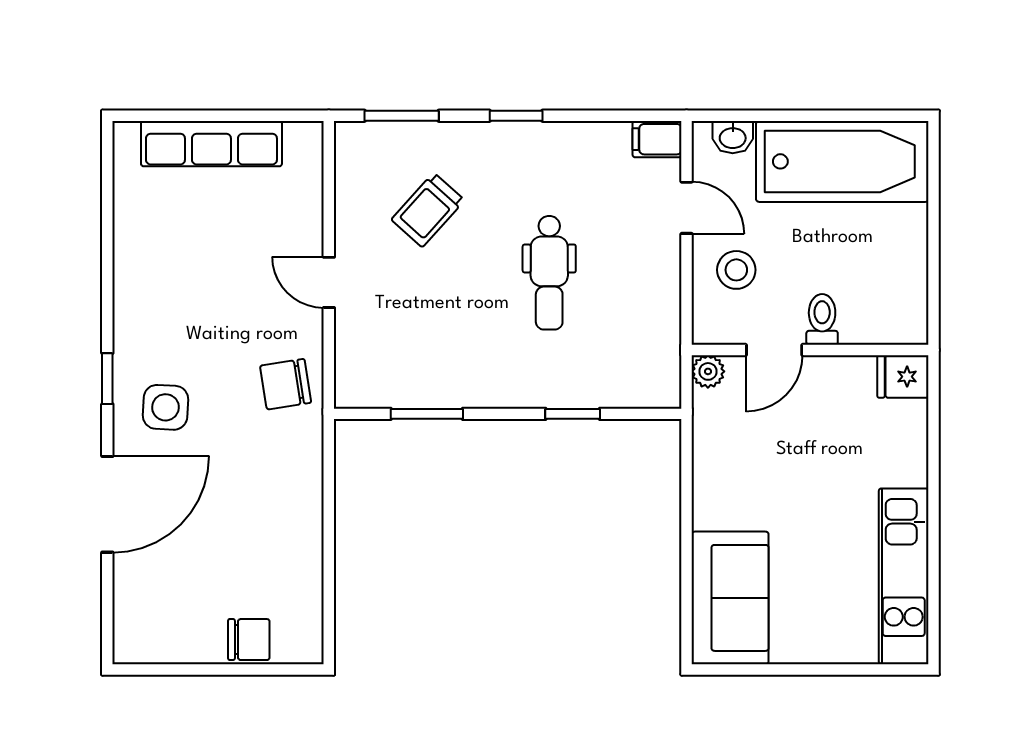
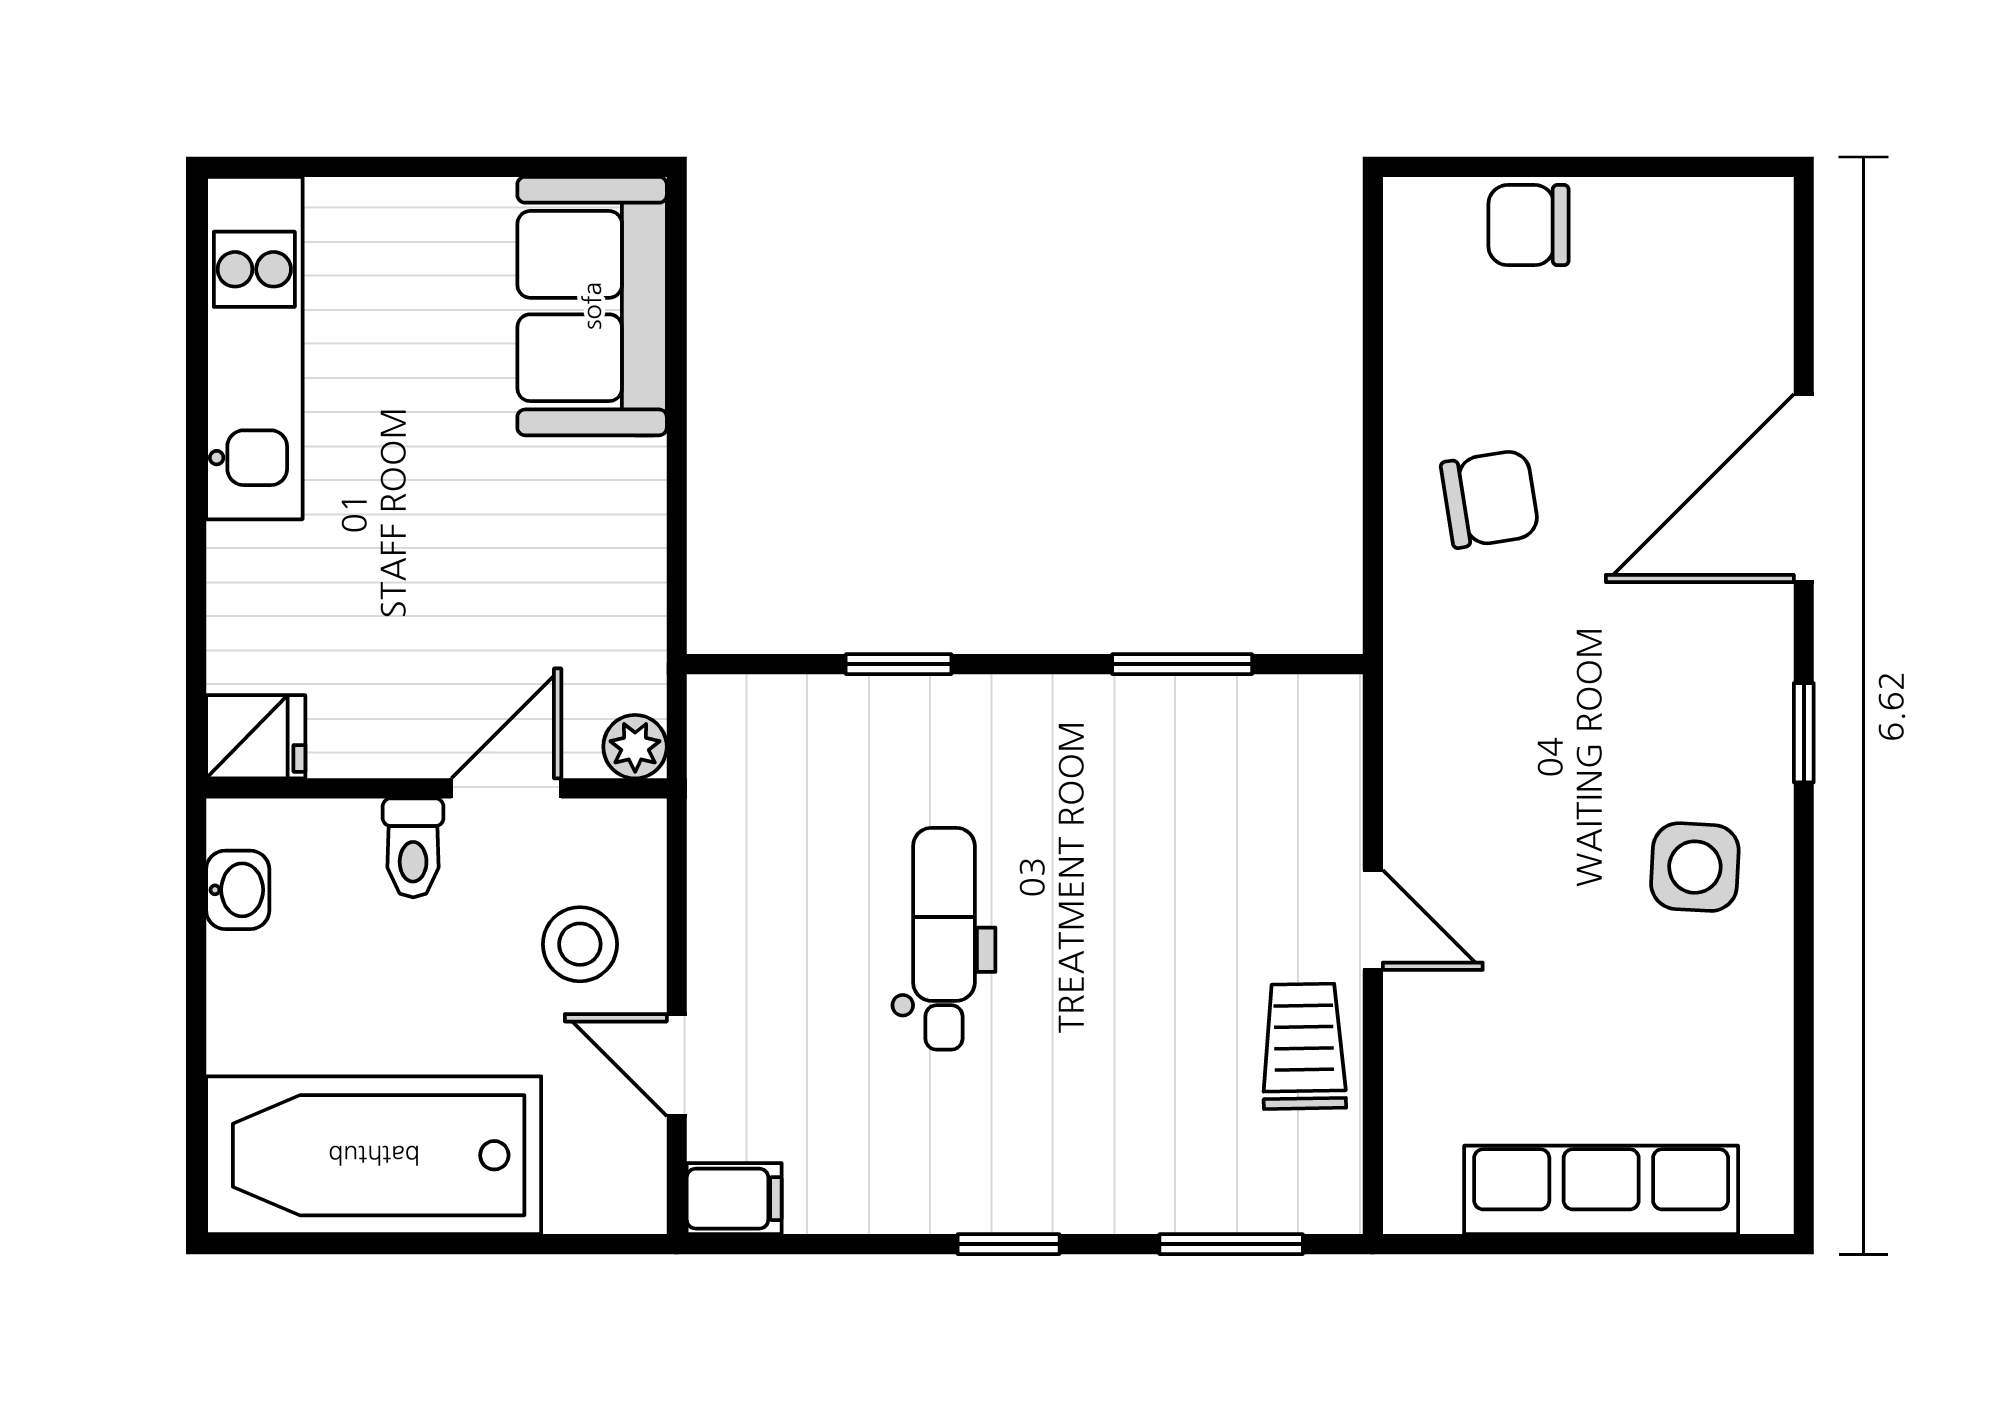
washbasin: (733, 137) -> (238, 890), moved, turned 90
trolley: (428, 210) -> (1304, 1046), moved, turned -43
chair: (286, 384) -> (1490, 499), moved
side table: (165, 407) -> (1695, 867), moved

